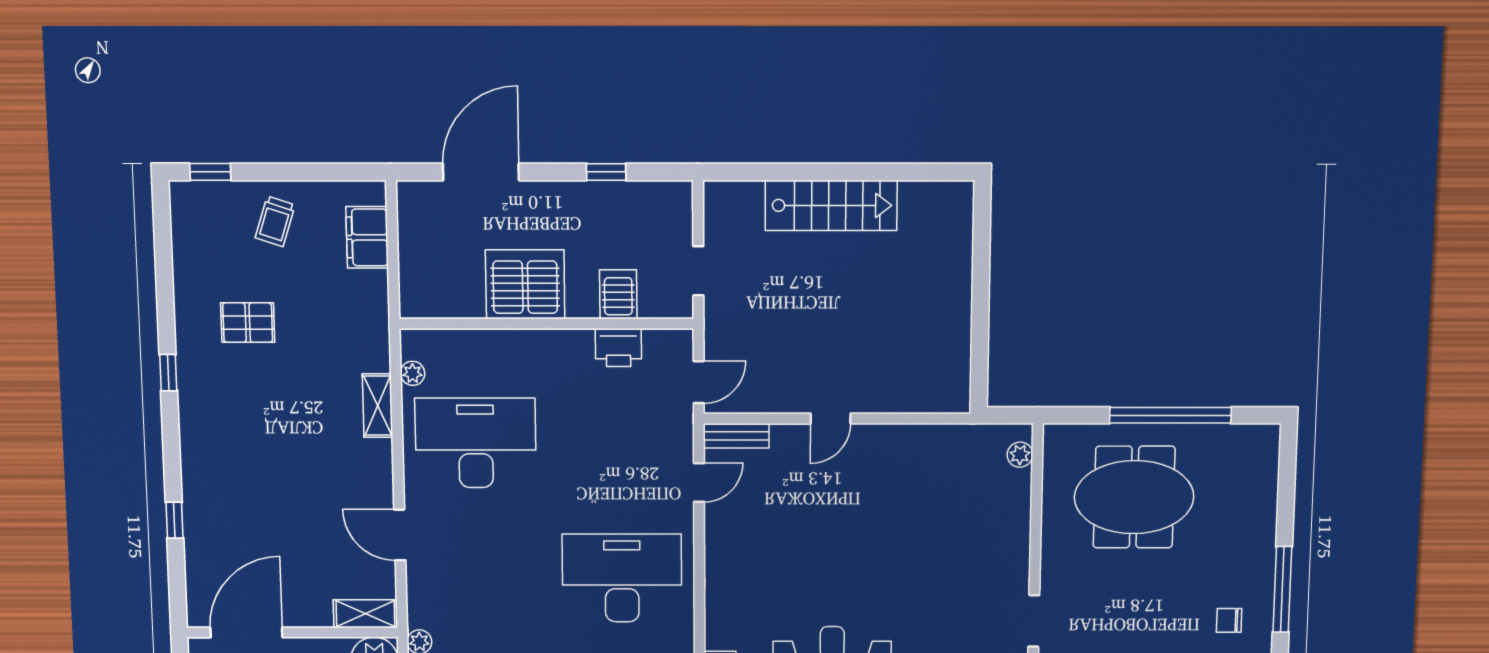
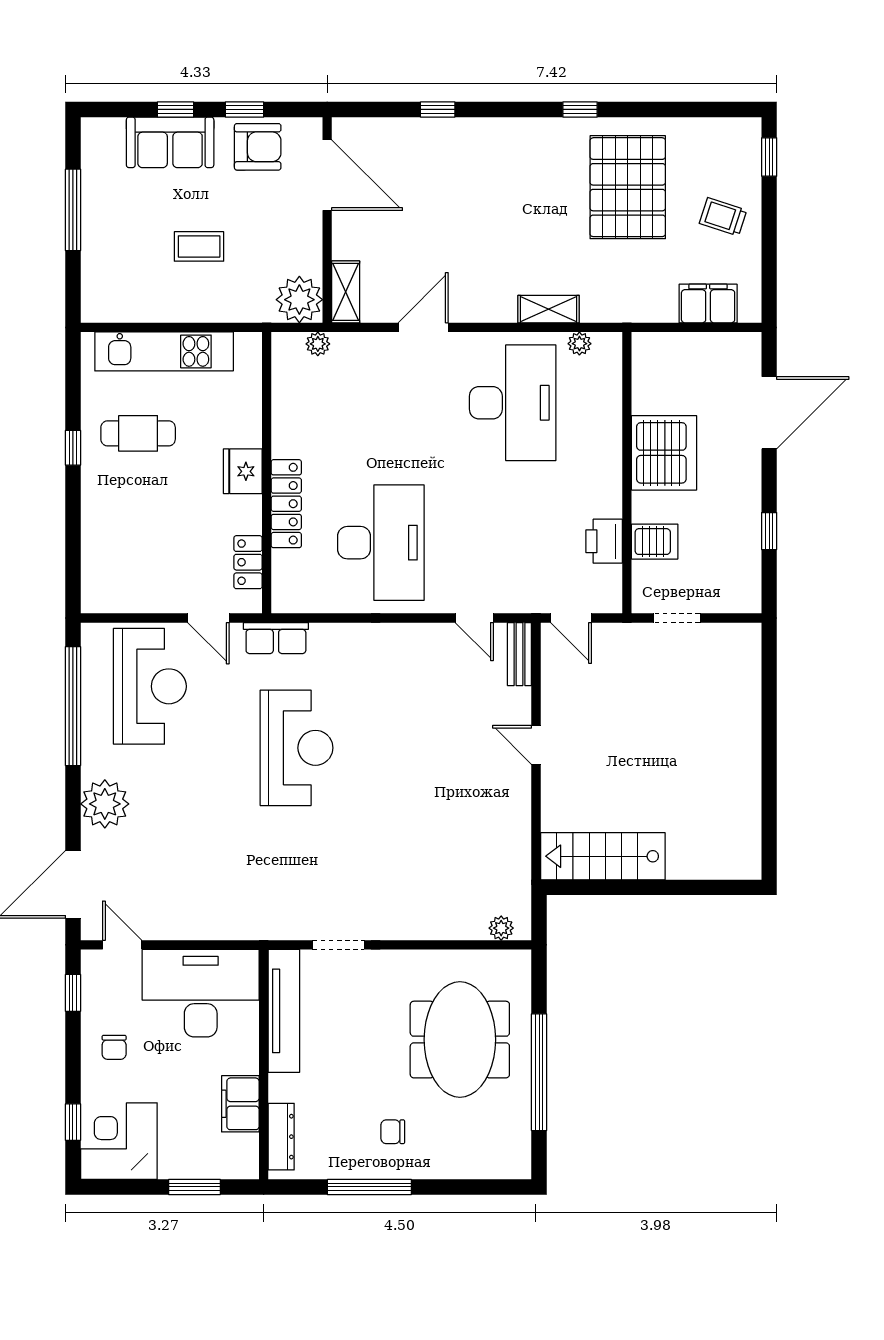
door: (481, 172) -> (769, 413), hinge flipped
stairs: (831, 205) -> (603, 856), moved, turned 90
pallet: (248, 323) -> (628, 187), width x2.05, depth x2.00
chair: (1229, 620) -> (393, 1132), moved, turned -90

